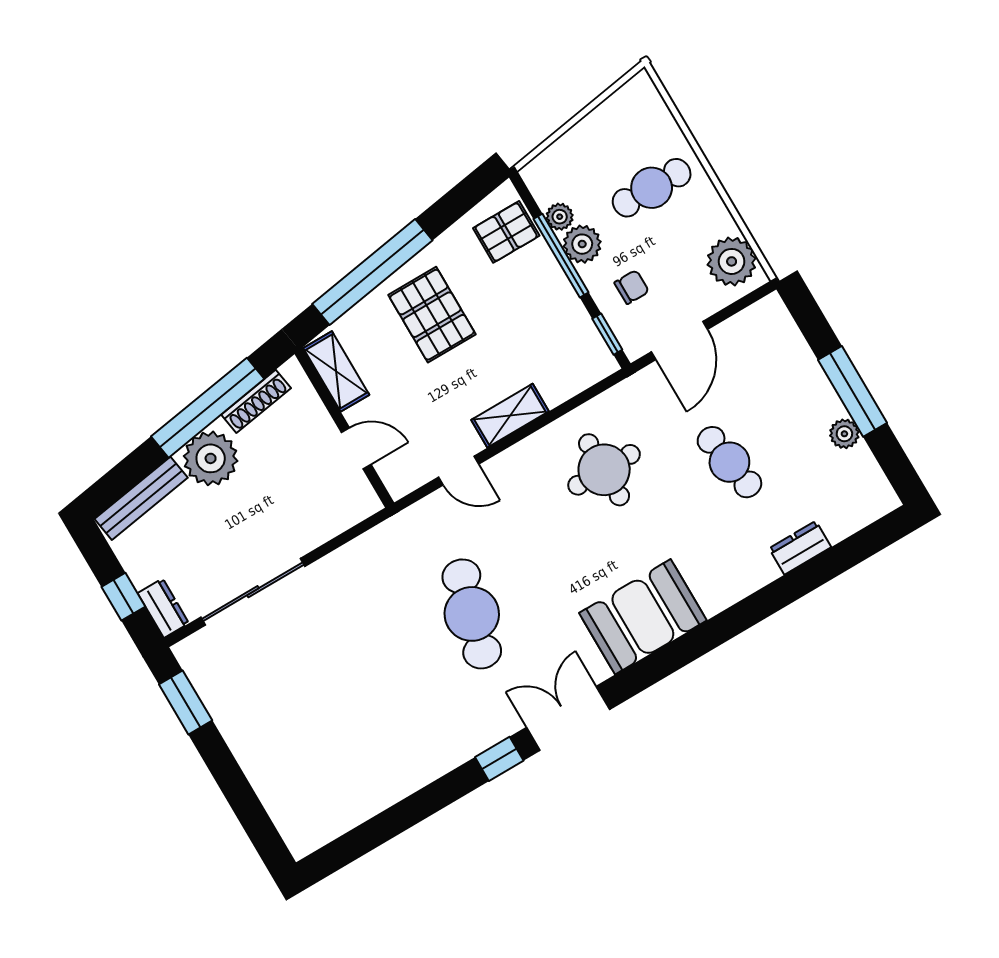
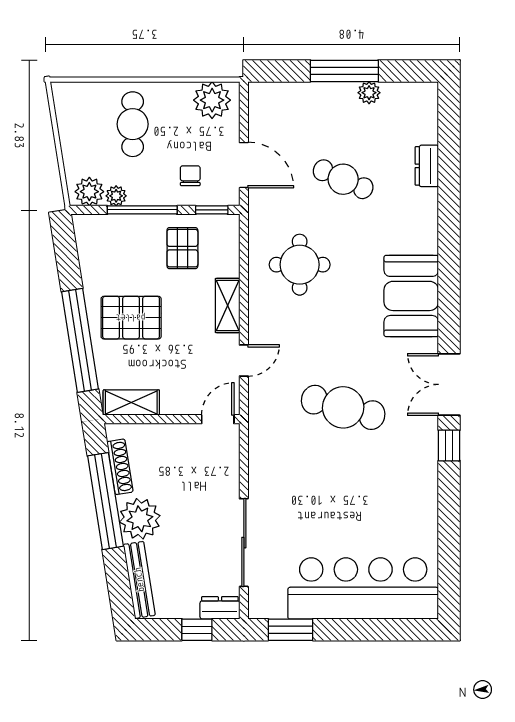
pallet: (506, 232) -> (182, 248), moved
plant: (582, 244) -> (89, 192), moved
door: (356, 448) -> (218, 419), moved
cafe table: (729, 462) -> (343, 179), turned 33
bar counter: (281, 757) -> (363, 588), added

